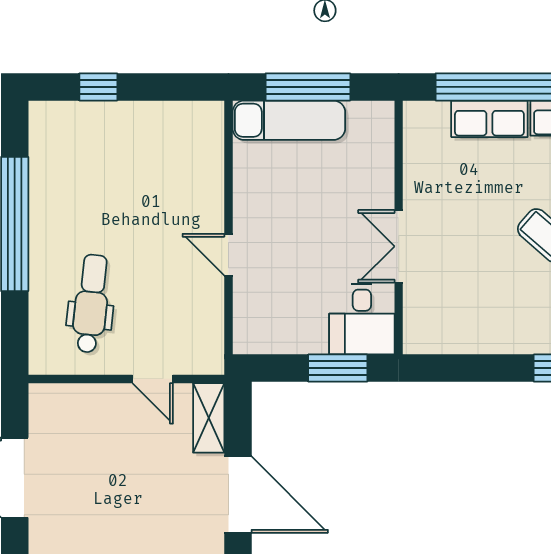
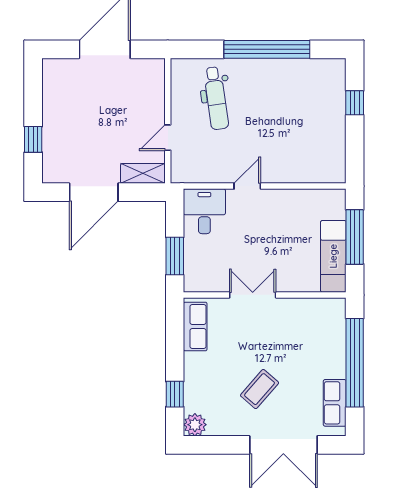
row of seats: (489, 119) -> (195, 326), moved, turned 180
exam couch: (289, 120) -> (333, 256), moved
dental chair: (91, 304) -> (216, 98), turned 76
desk: (362, 319) -> (204, 211), moved, turned 90

